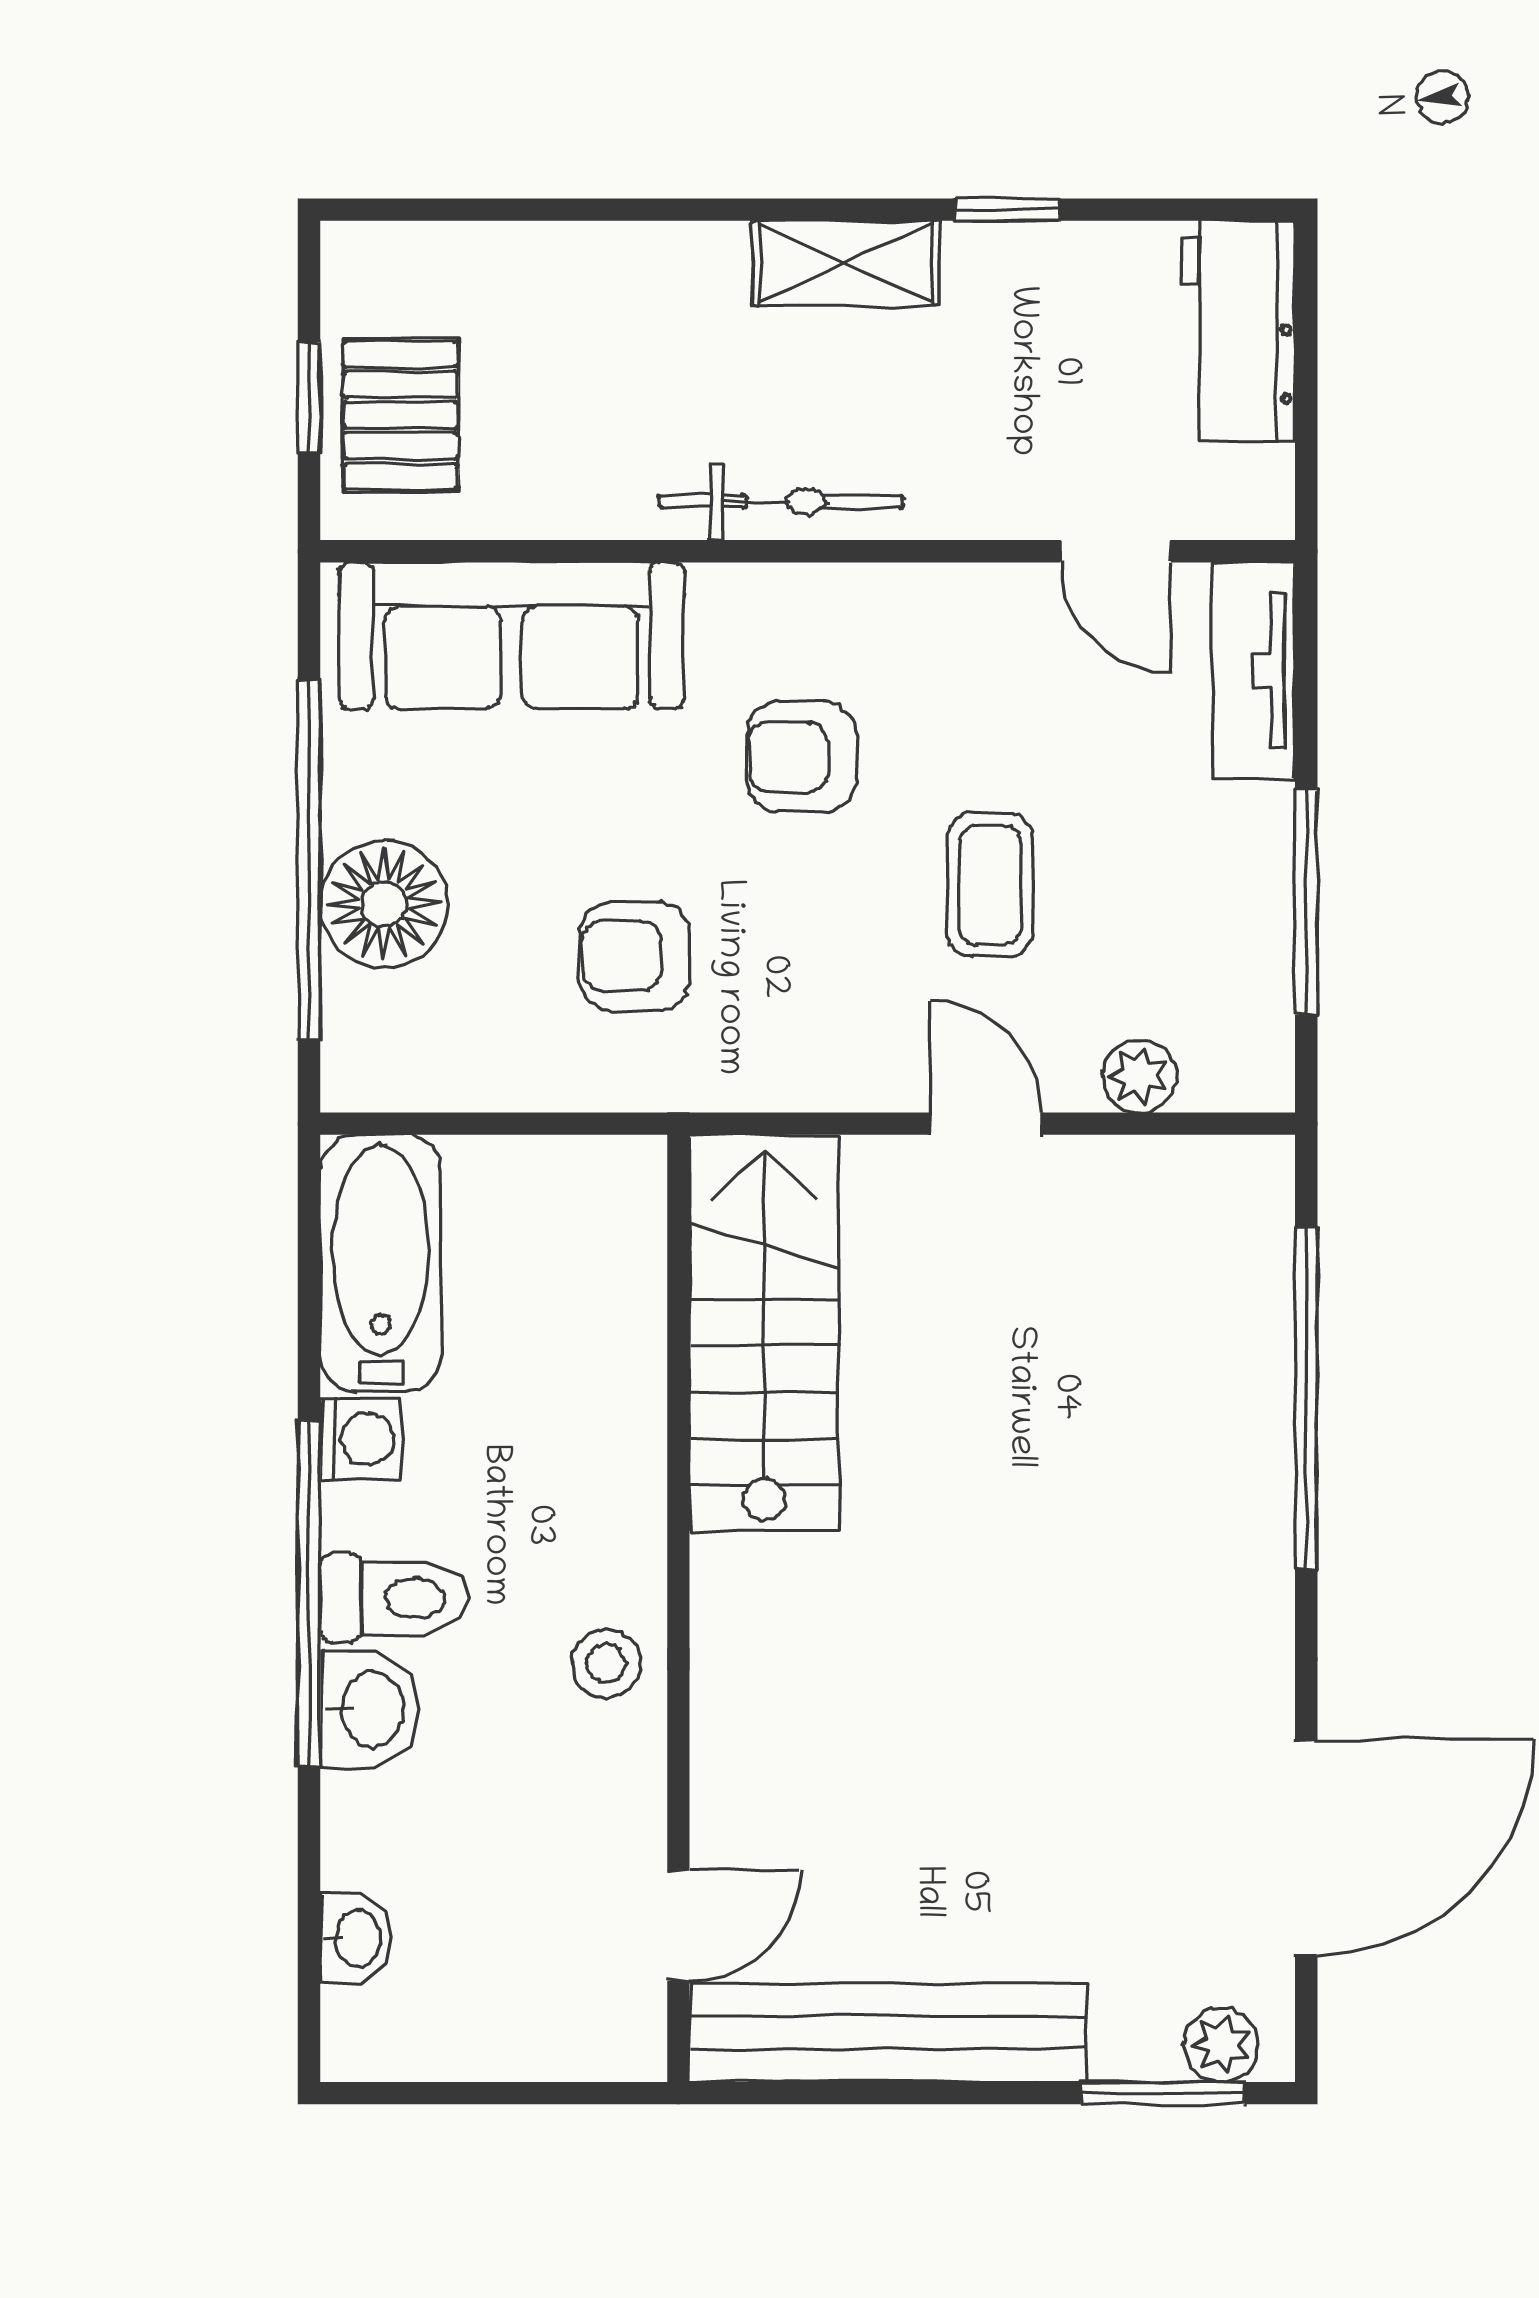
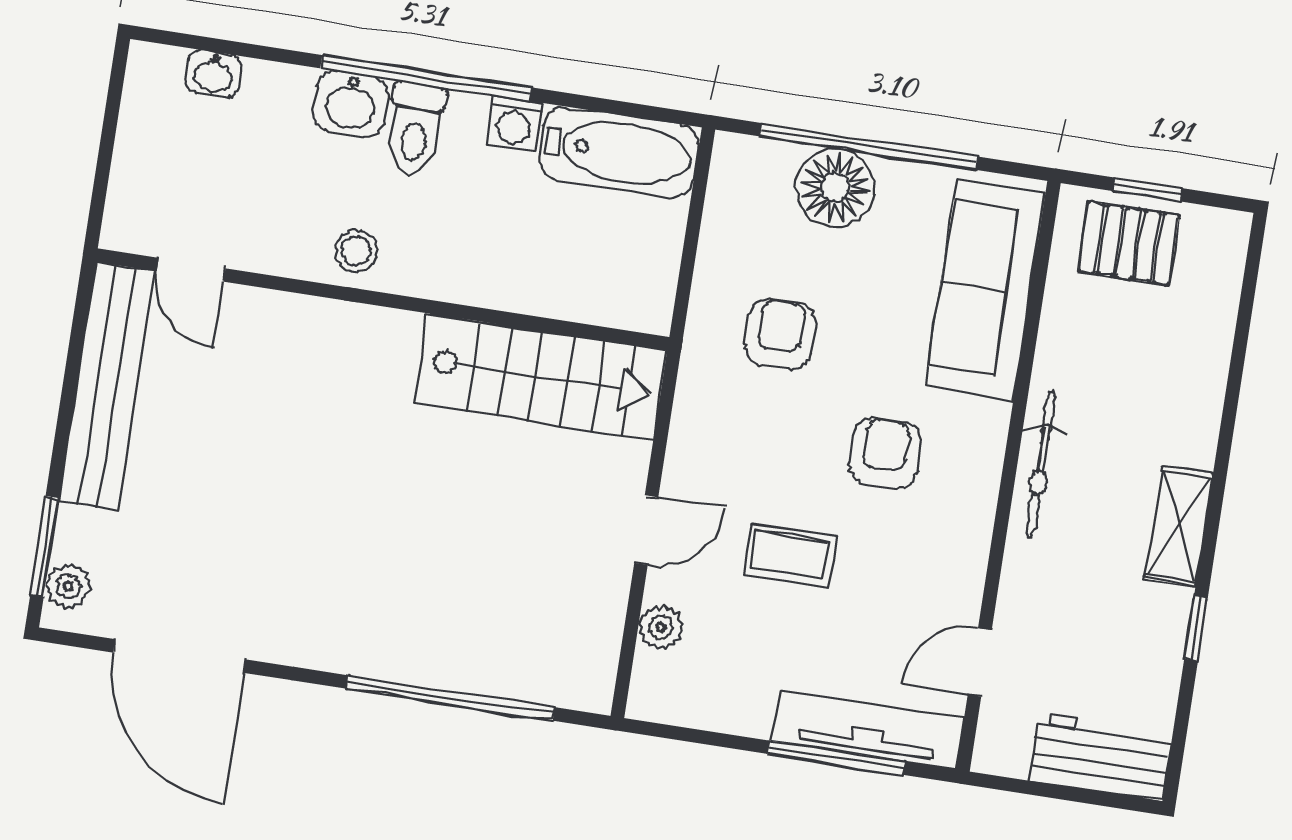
tv unit: (1254, 671) -> (868, 730), width x1.41
window: (1306, 902) -> (836, 758), moved

